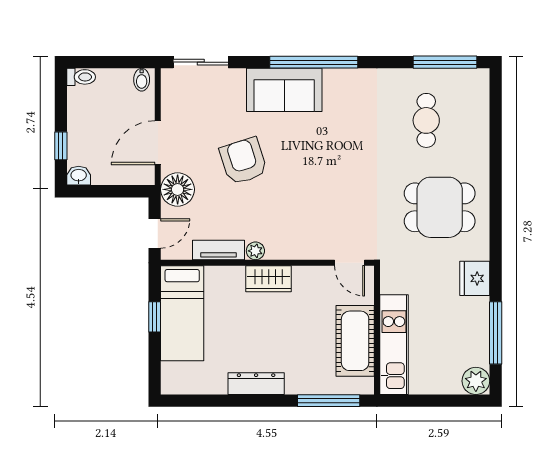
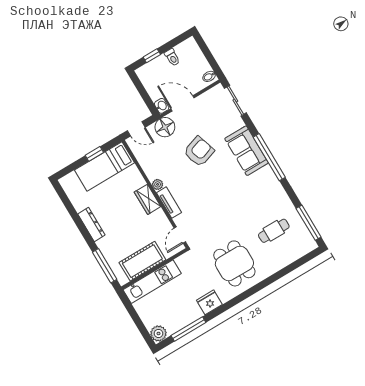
toilet: (81, 77) -> (172, 57), moved
washbasin: (79, 176) -> (162, 106), moved
tv unit: (219, 250) -> (169, 203), moved

